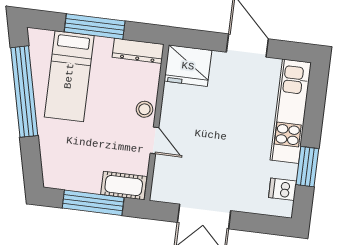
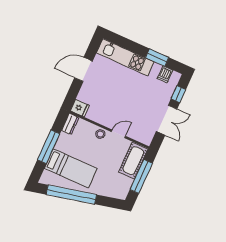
dresser: (138, 51) -> (70, 124), width x0.70
fridge: (188, 66) -> (80, 108), width x0.53, depth x0.75
cot: (124, 186) -> (133, 161), width x1.37, depth x1.34
window: (255, 223) -> (178, 94), added

